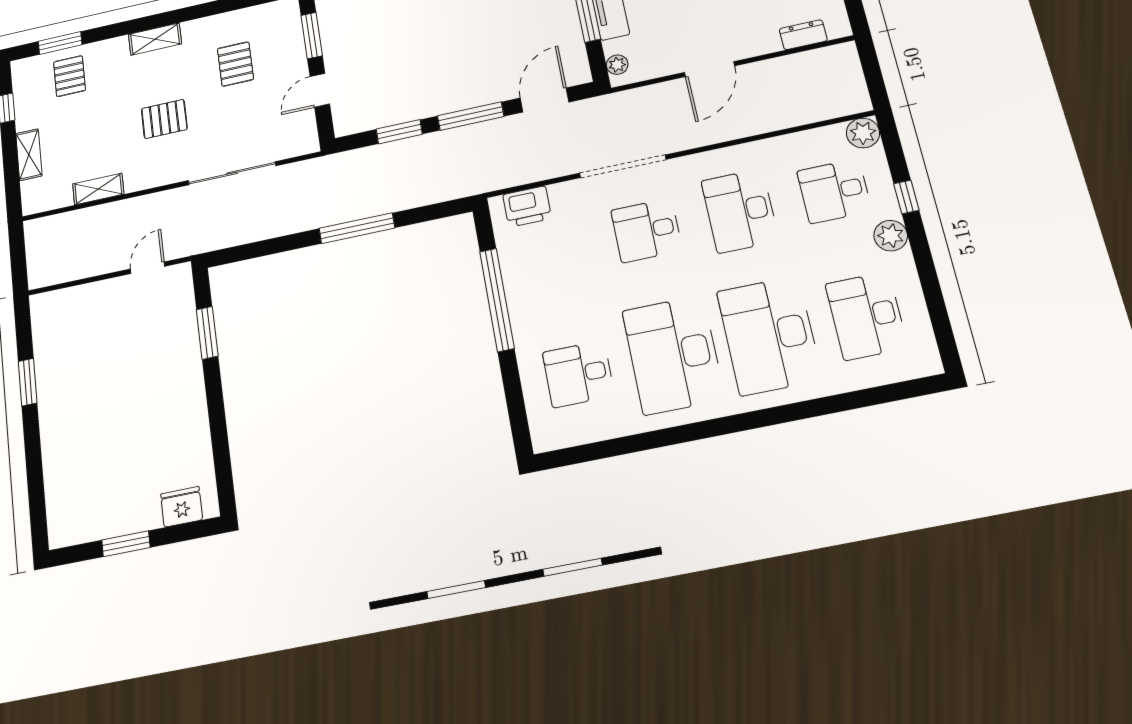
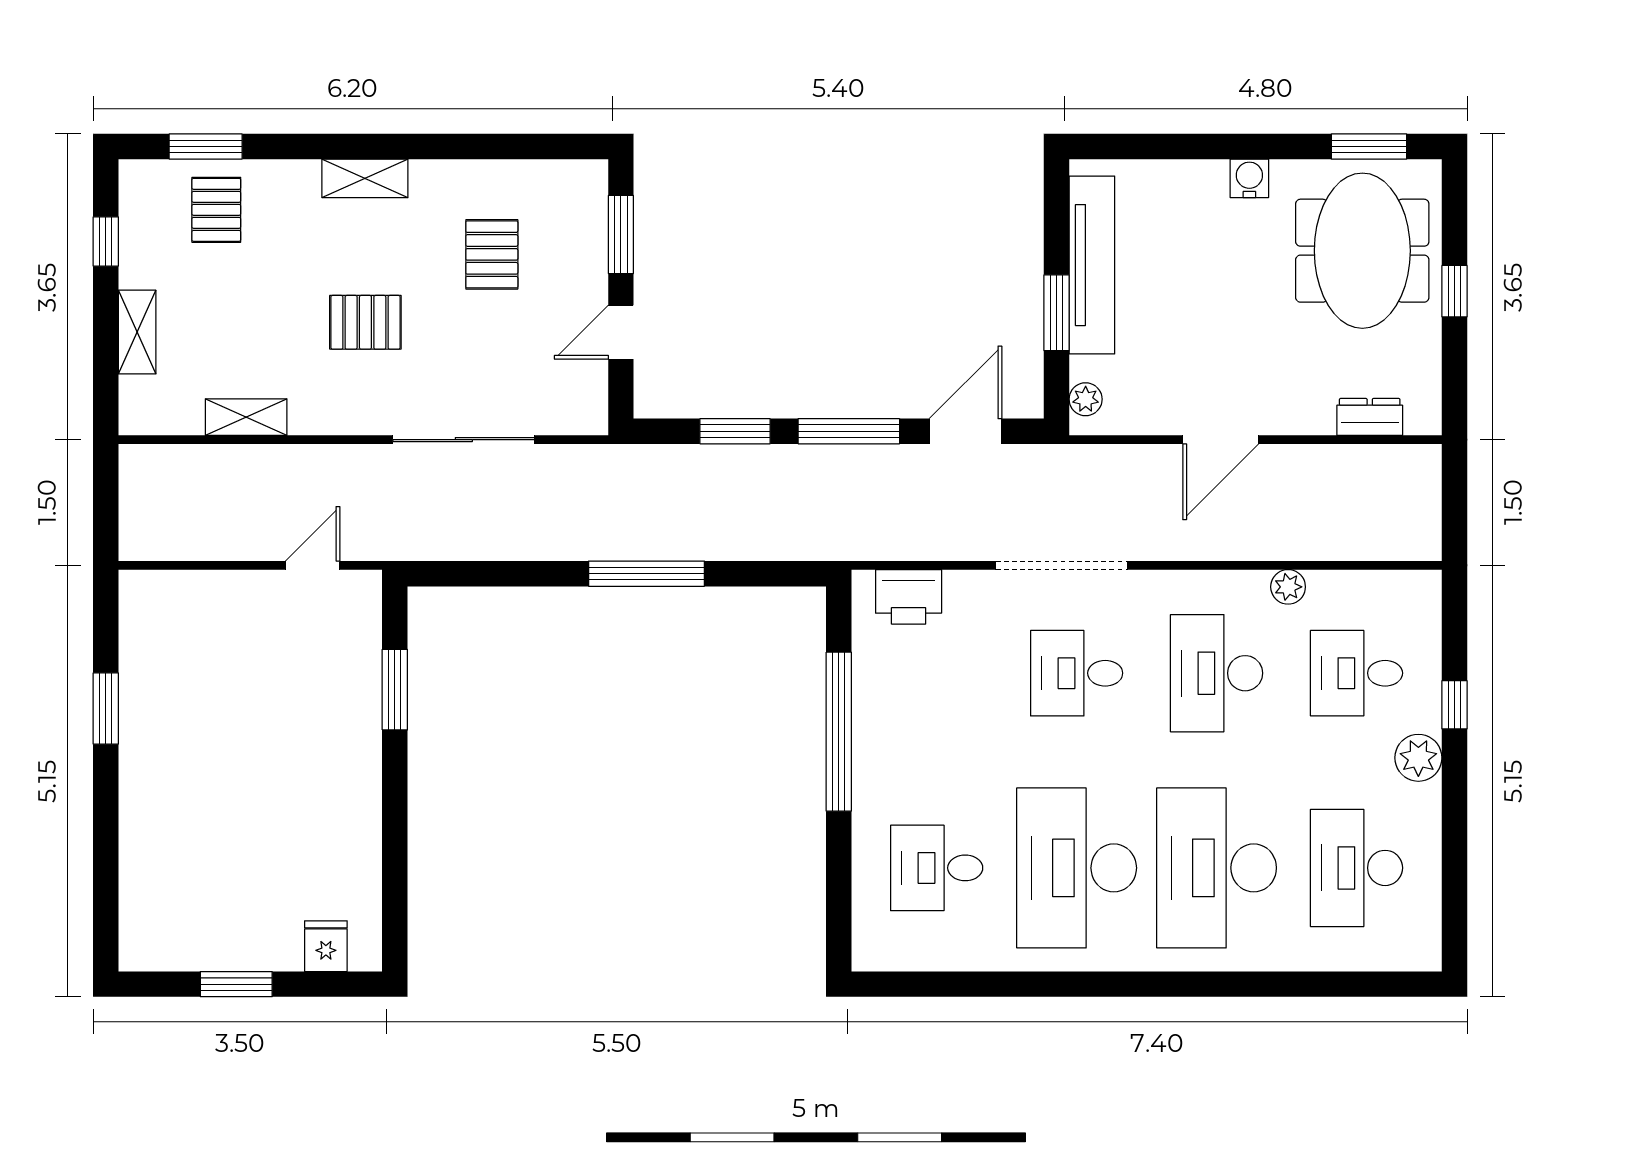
plant: (863, 133) -> (1288, 587), moved, width x0.73, depth x0.73
fridge: (182, 507) -> (326, 946), width x0.72

